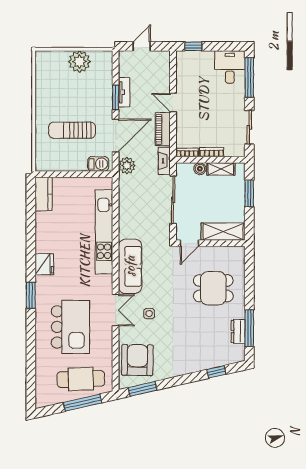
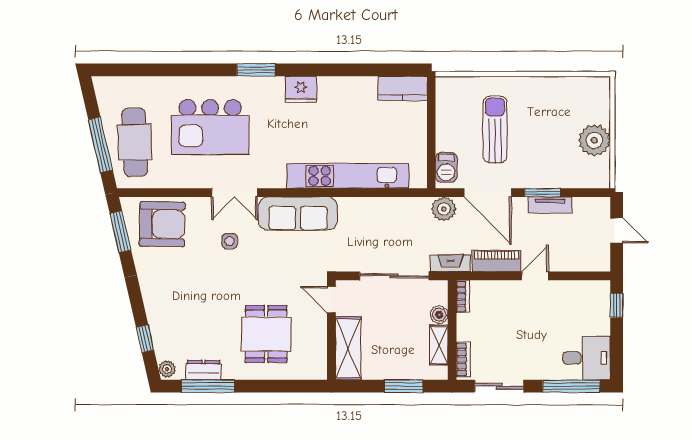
bookcase: (212, 152) -> (463, 360), moved
plant: (237, 357) -> (167, 369), added

